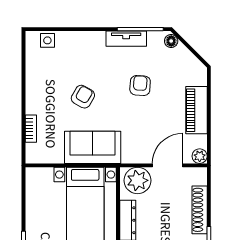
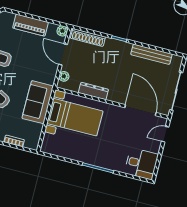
plant: (137, 180) -> (64, 76), width x0.53, depth x0.53
shoe rack: (200, 210) -> (88, 37), moved

